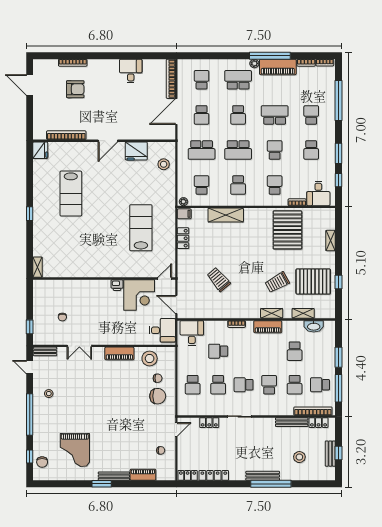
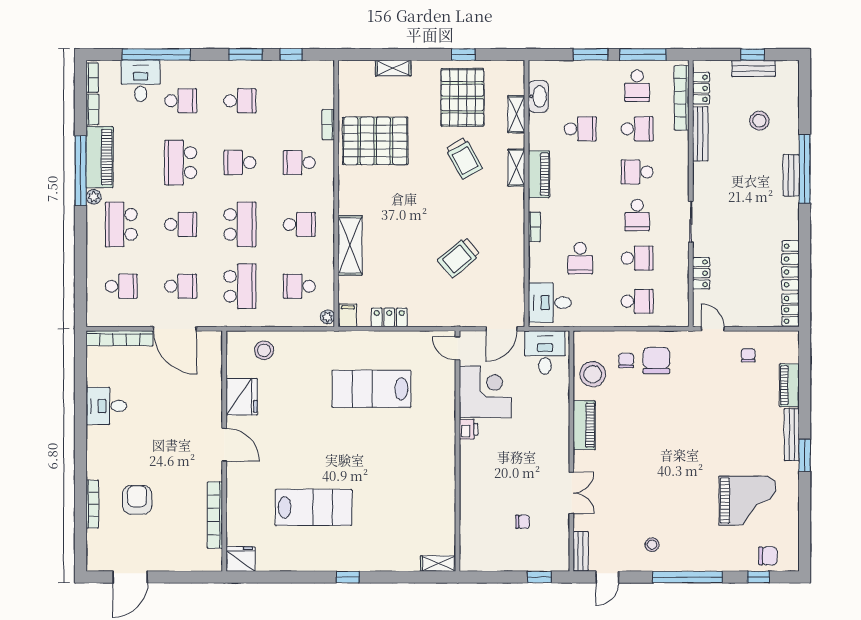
school desk: (202, 80) -> (121, 286), turned 180
school desk: (311, 115) -> (181, 101), turned 180
desk: (318, 193) -> (141, 81), moved, turned -90
bench: (263, 476) -> (791, 175), width x0.73

